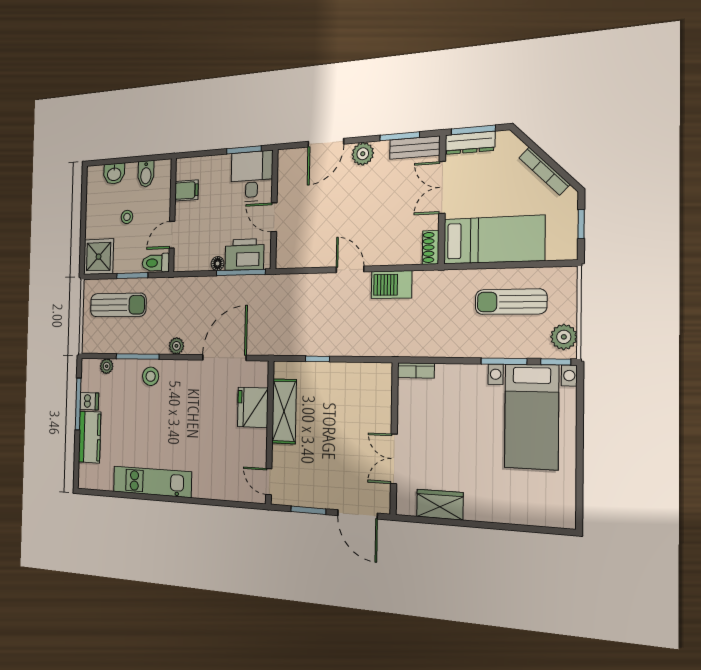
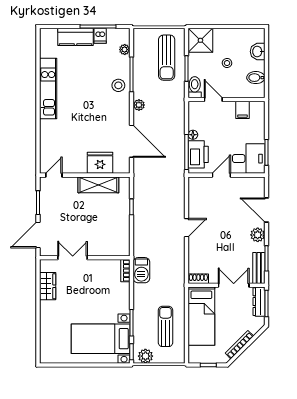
barbecue: (392, 285) -> (141, 270), moved, turned 180

